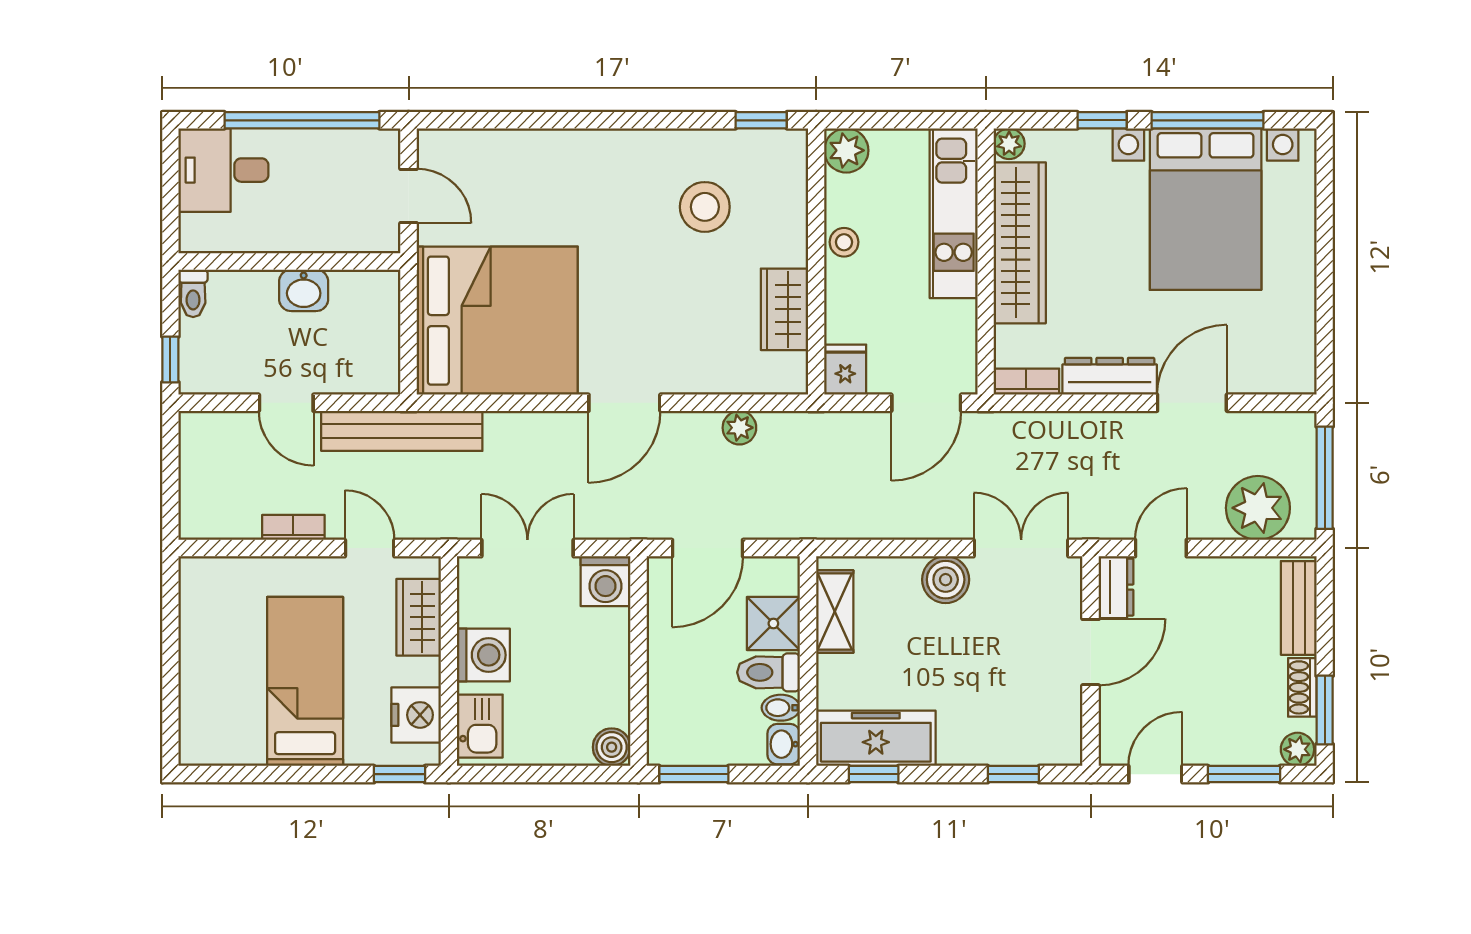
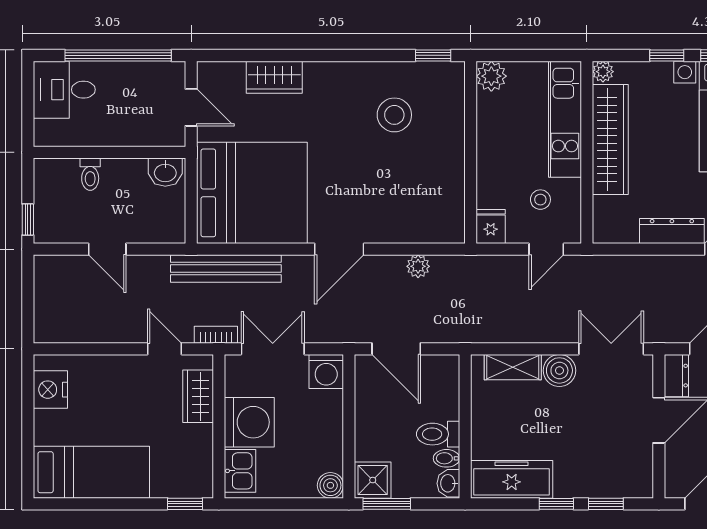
stool: (844, 242) -> (540, 200), moved
washbasin: (304, 290) -> (165, 172), moved
toilet: (193, 293) -> (90, 174), moved
wardrobe: (784, 309) -> (274, 77), moved, turned -90
bookcase: (1026, 382) -> (615, 235), removed
door: (926, 403) -> (546, 249), width x0.73
bench: (402, 431) -> (226, 269), moved
bookcase: (293, 527) -> (216, 335), moved
door: (707, 548) -> (396, 349), hinge flipped
shelving: (835, 612) -> (513, 367), moved, turned 90
shower: (773, 623) -> (373, 480), moved
washing machine: (483, 655) -> (249, 422), width x1.37, depth x1.37
bed: (305, 681) -> (91, 472), moved, turned 90
nightstand: (416, 715) -> (50, 390), moved, turned 180
window: (874, 774) -> (556, 504), moved

